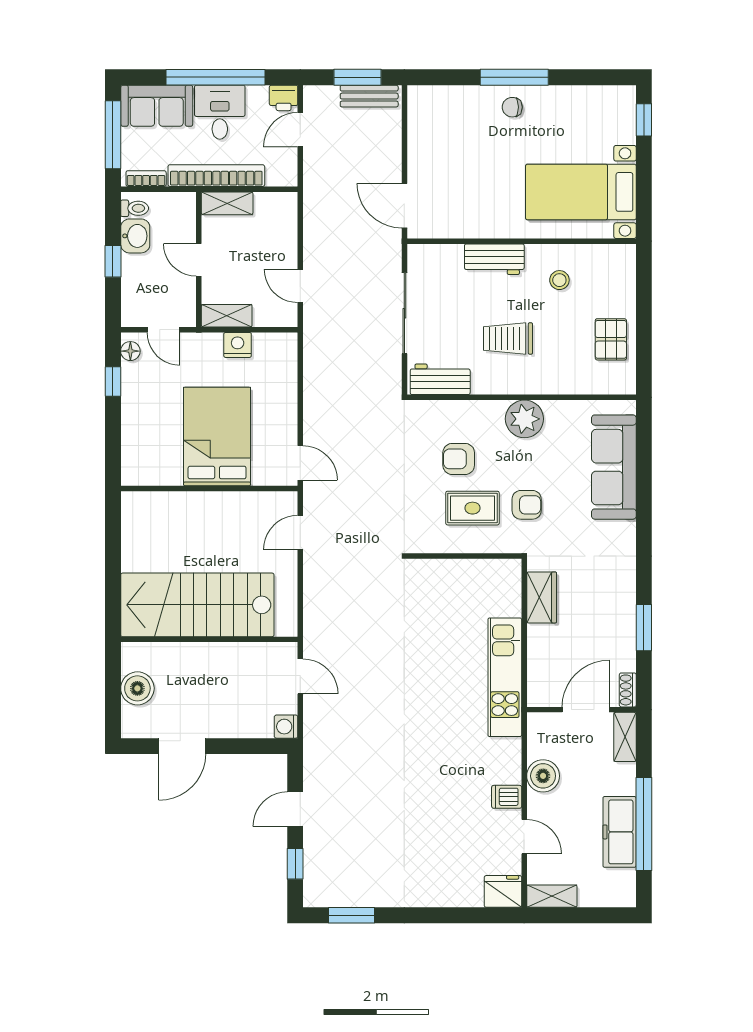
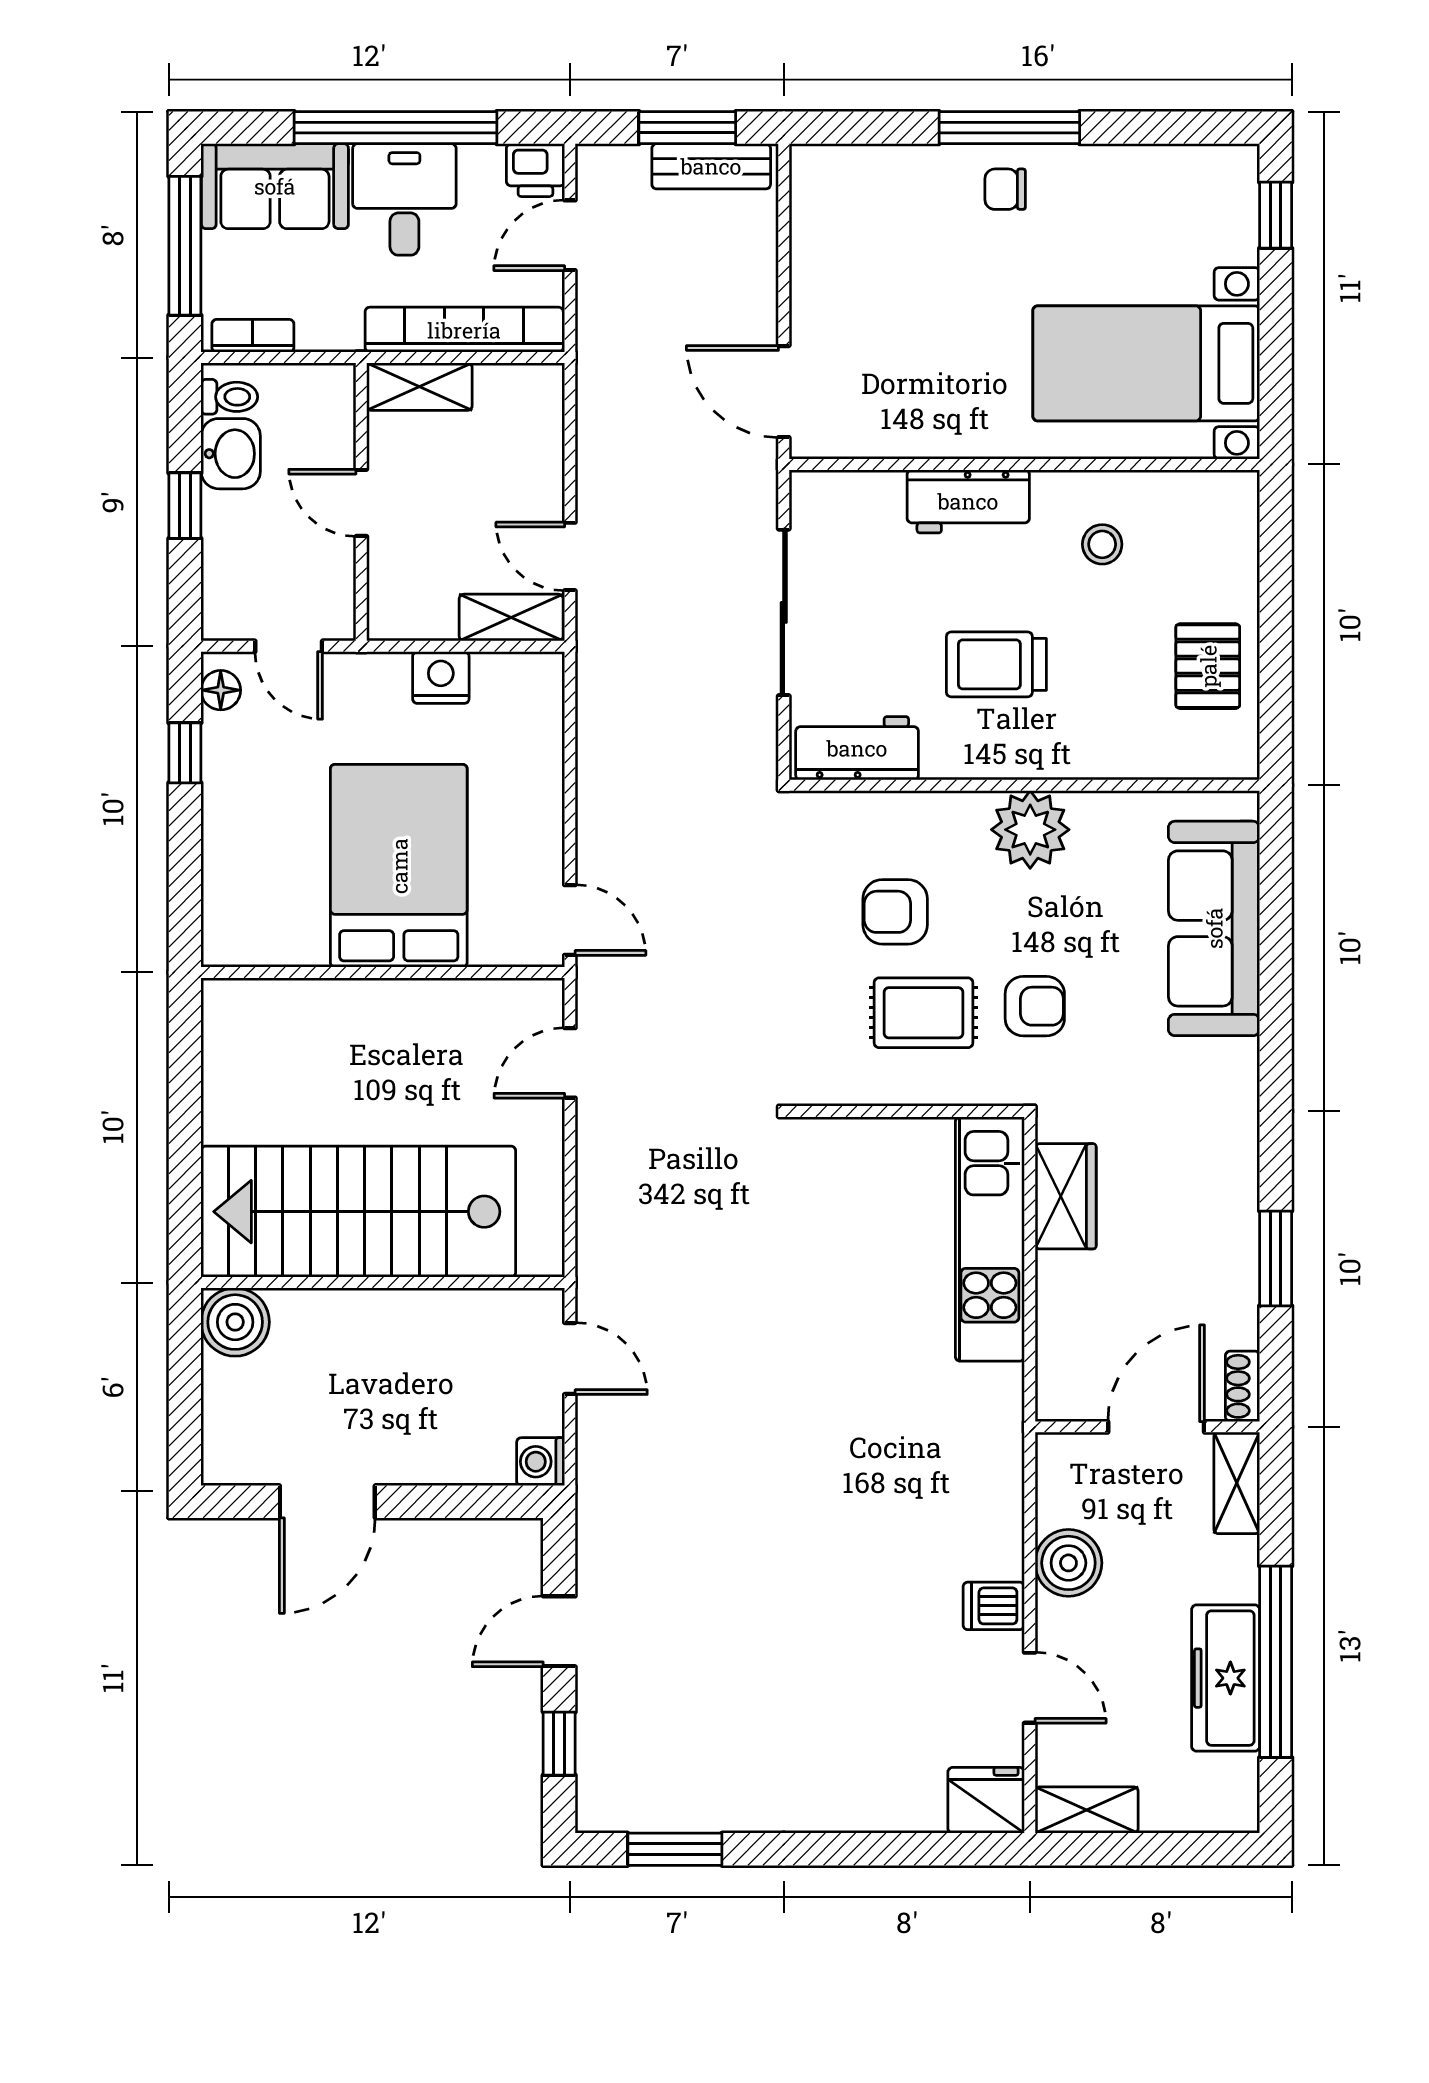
bookcase: (216, 176) -> (464, 330), moved
shelving: (227, 316) -> (511, 618), moved
kitchen unit: (505, 677) -> (990, 1239), moved
boiler: (137, 688) -> (235, 1322), moved

